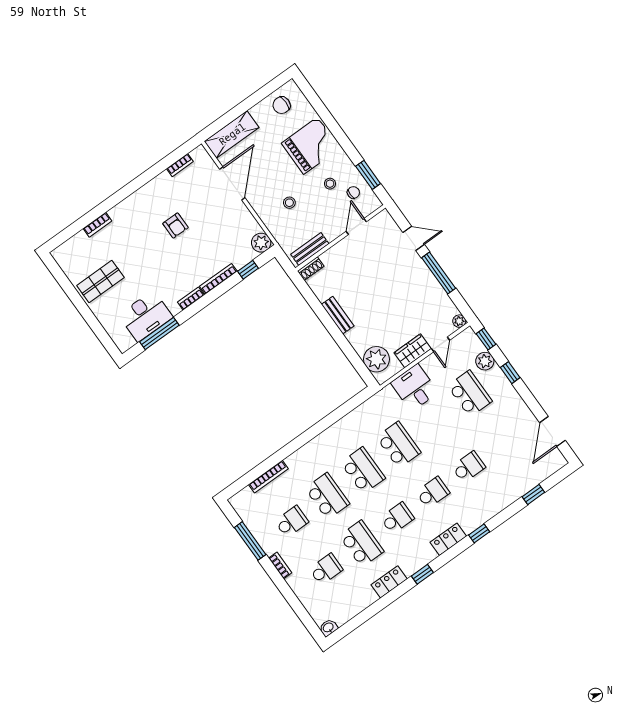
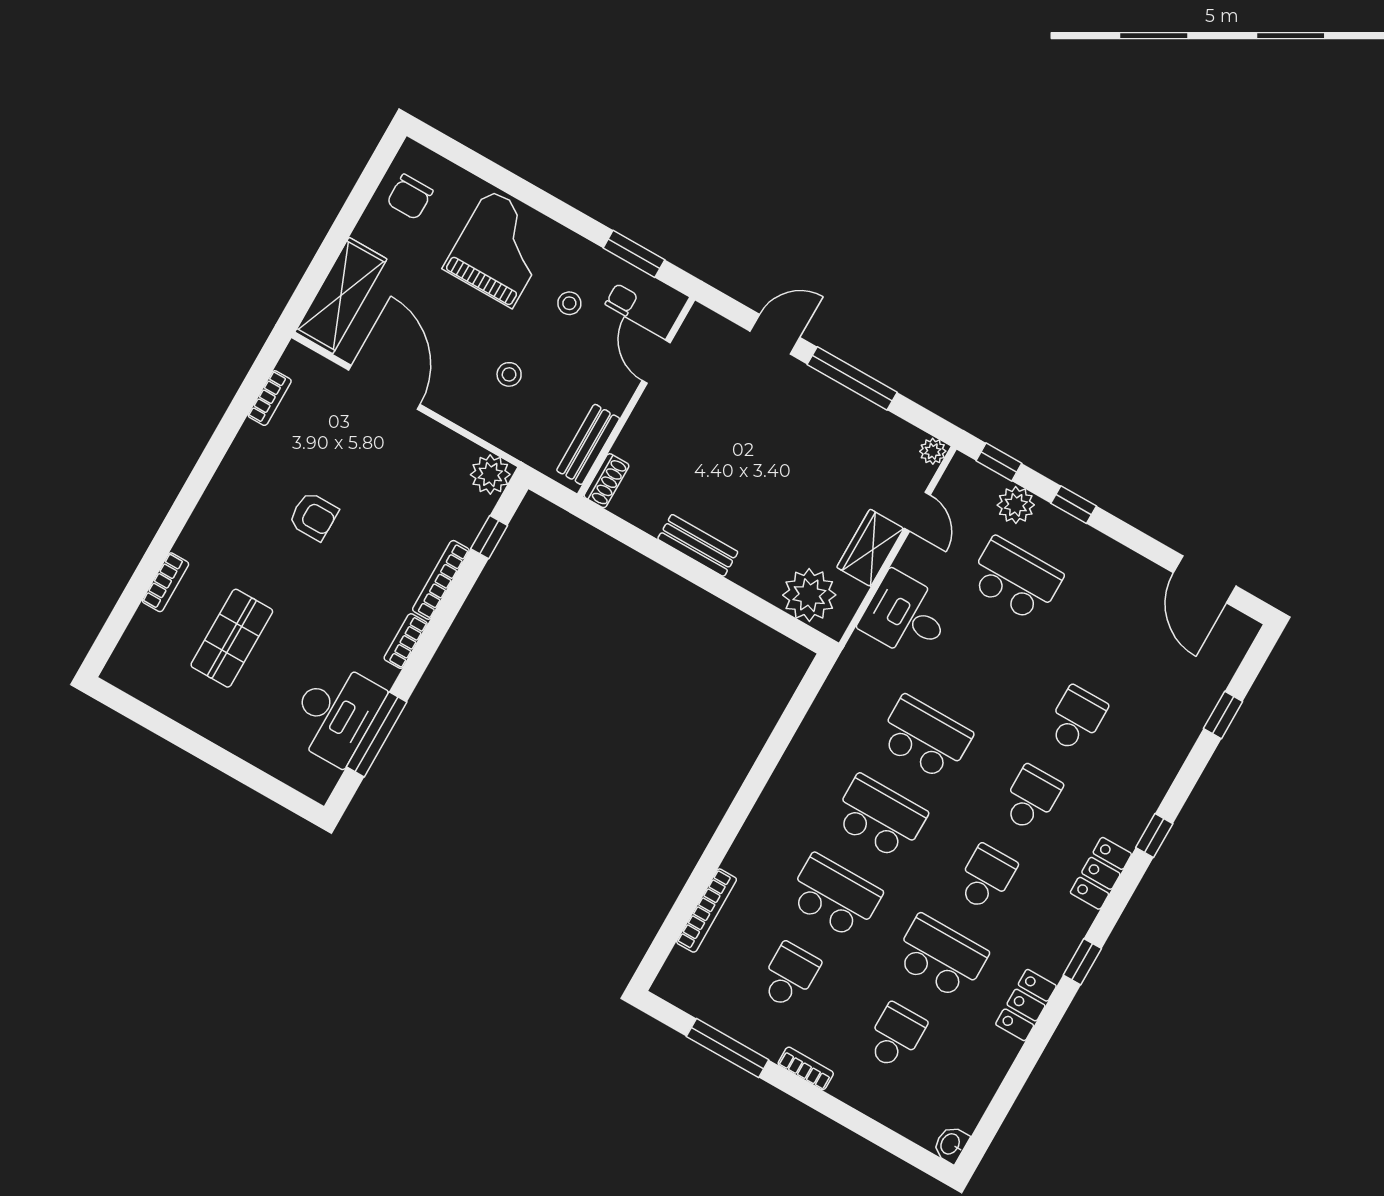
shop shelf: (100, 282) -> (232, 638), moved

